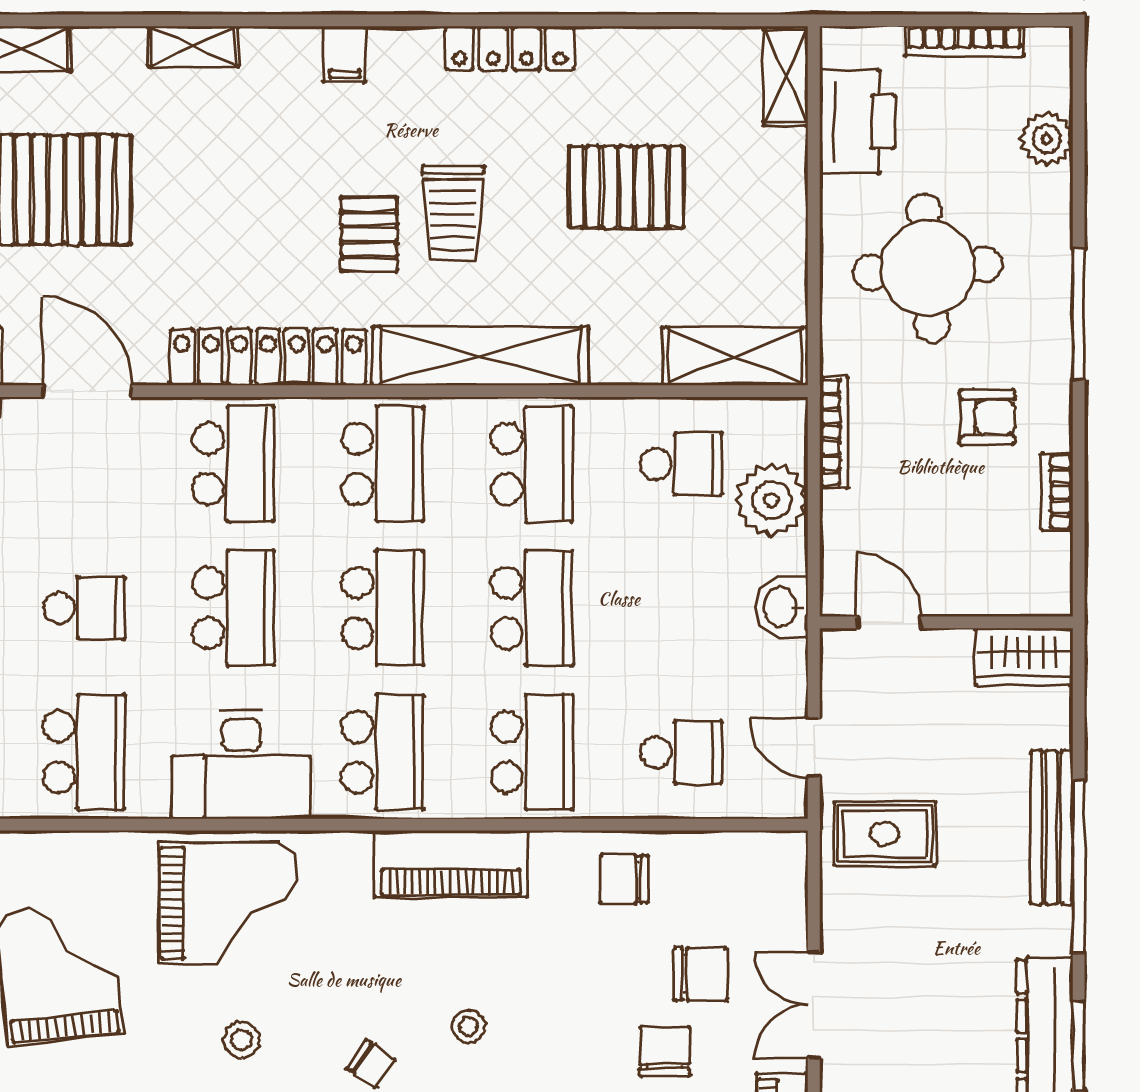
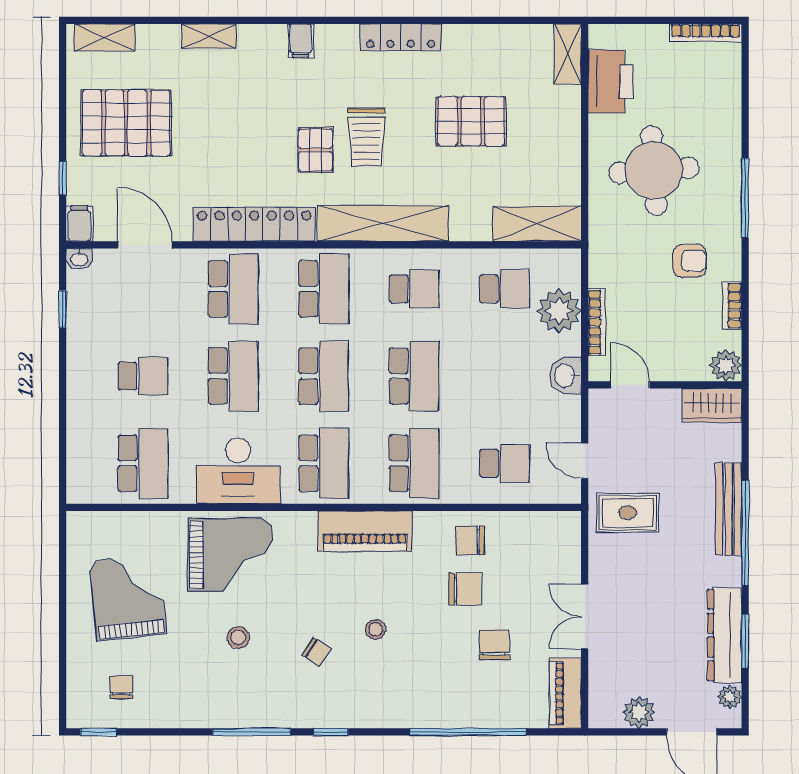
bookcase: (964, 41) -> (706, 33), moved
plant: (1047, 139) -> (726, 365), moved
bookcase: (834, 432) -> (597, 322), moved
school desk: (532, 464) -> (414, 289), width x0.54
chair: (701, 974) -> (465, 589), moved

